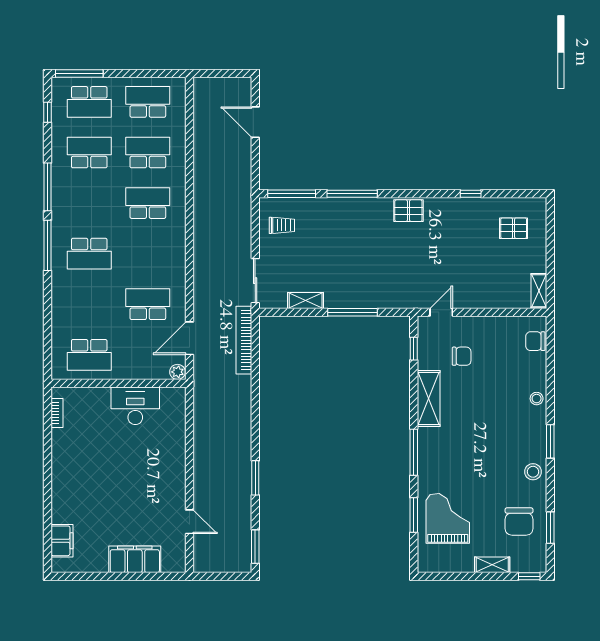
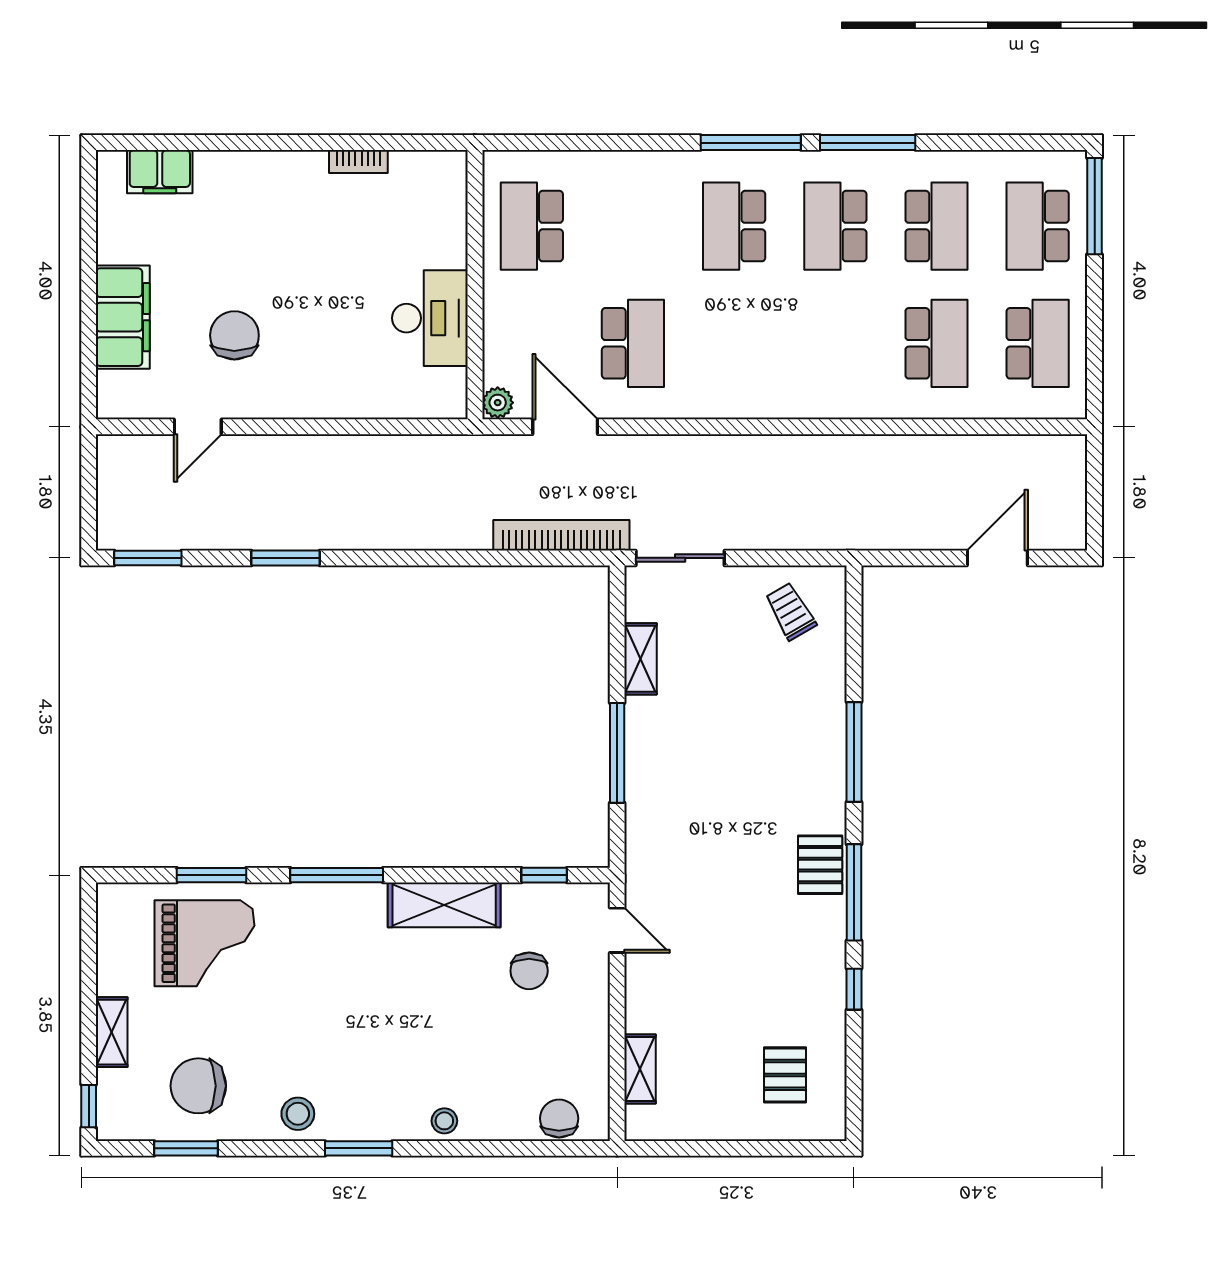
window: (47, 112) -> (1017, 143), removed
window: (292, 194) -> (854, 892), moved
school desk: (148, 203) -> (835, 226), moved, turned 180
trolley: (282, 225) -> (791, 611), turned 150
shelving: (539, 291) -> (640, 1069), moved, turned 90
bookcase: (57, 413) -> (358, 162), moved
chair: (144, 503) -> (234, 335), added

